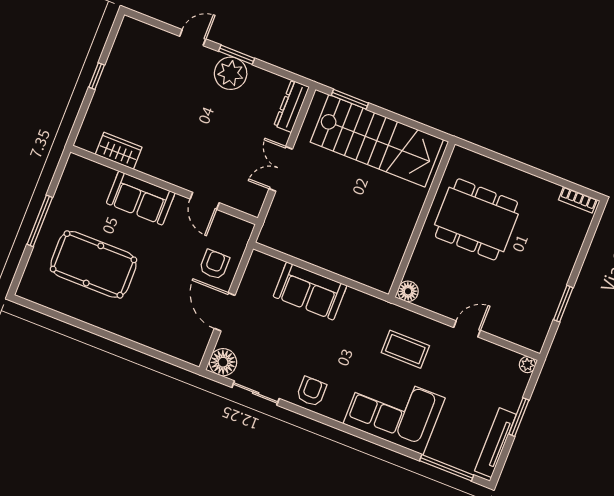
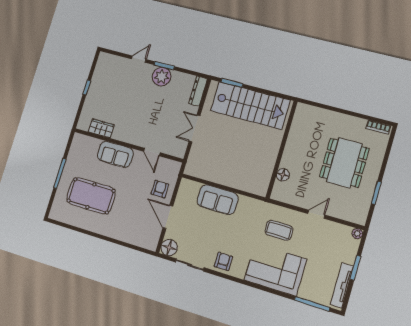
dining table: (476, 219) -> (344, 163), moved, turned 90
floor lamp: (408, 291) -> (283, 175), moved

